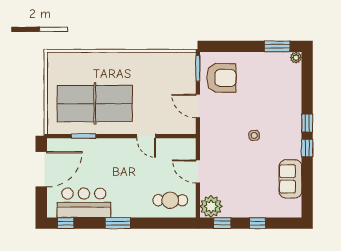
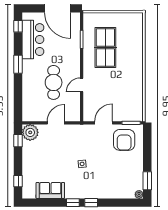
table tennis table: (95, 104) -> (105, 48), width x0.73, depth x0.76
cafe table: (170, 200) -> (54, 82), moved, width x1.37, depth x1.35
window: (258, 223) -> (18, 181), moved

